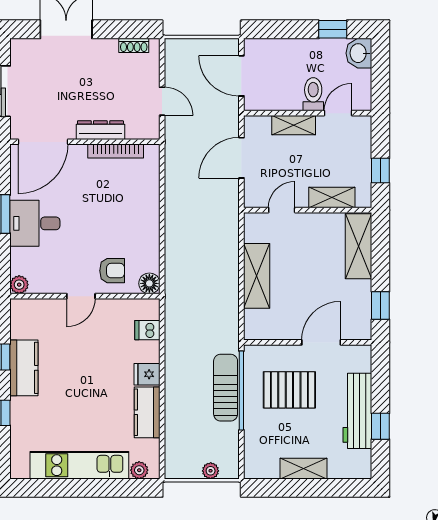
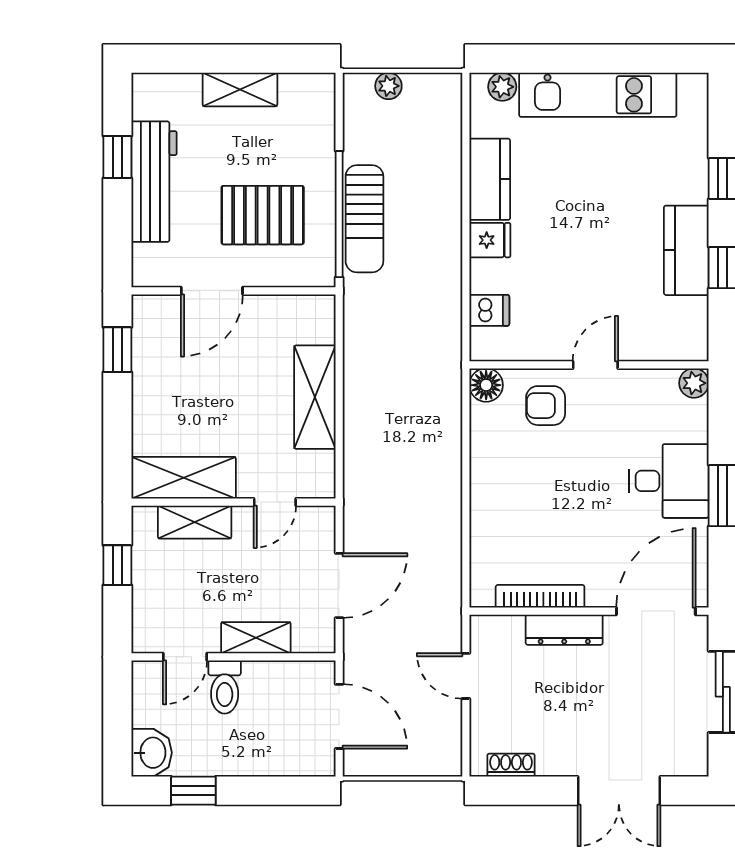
shelving: (358, 246) -> (184, 478), moved, turned 90

